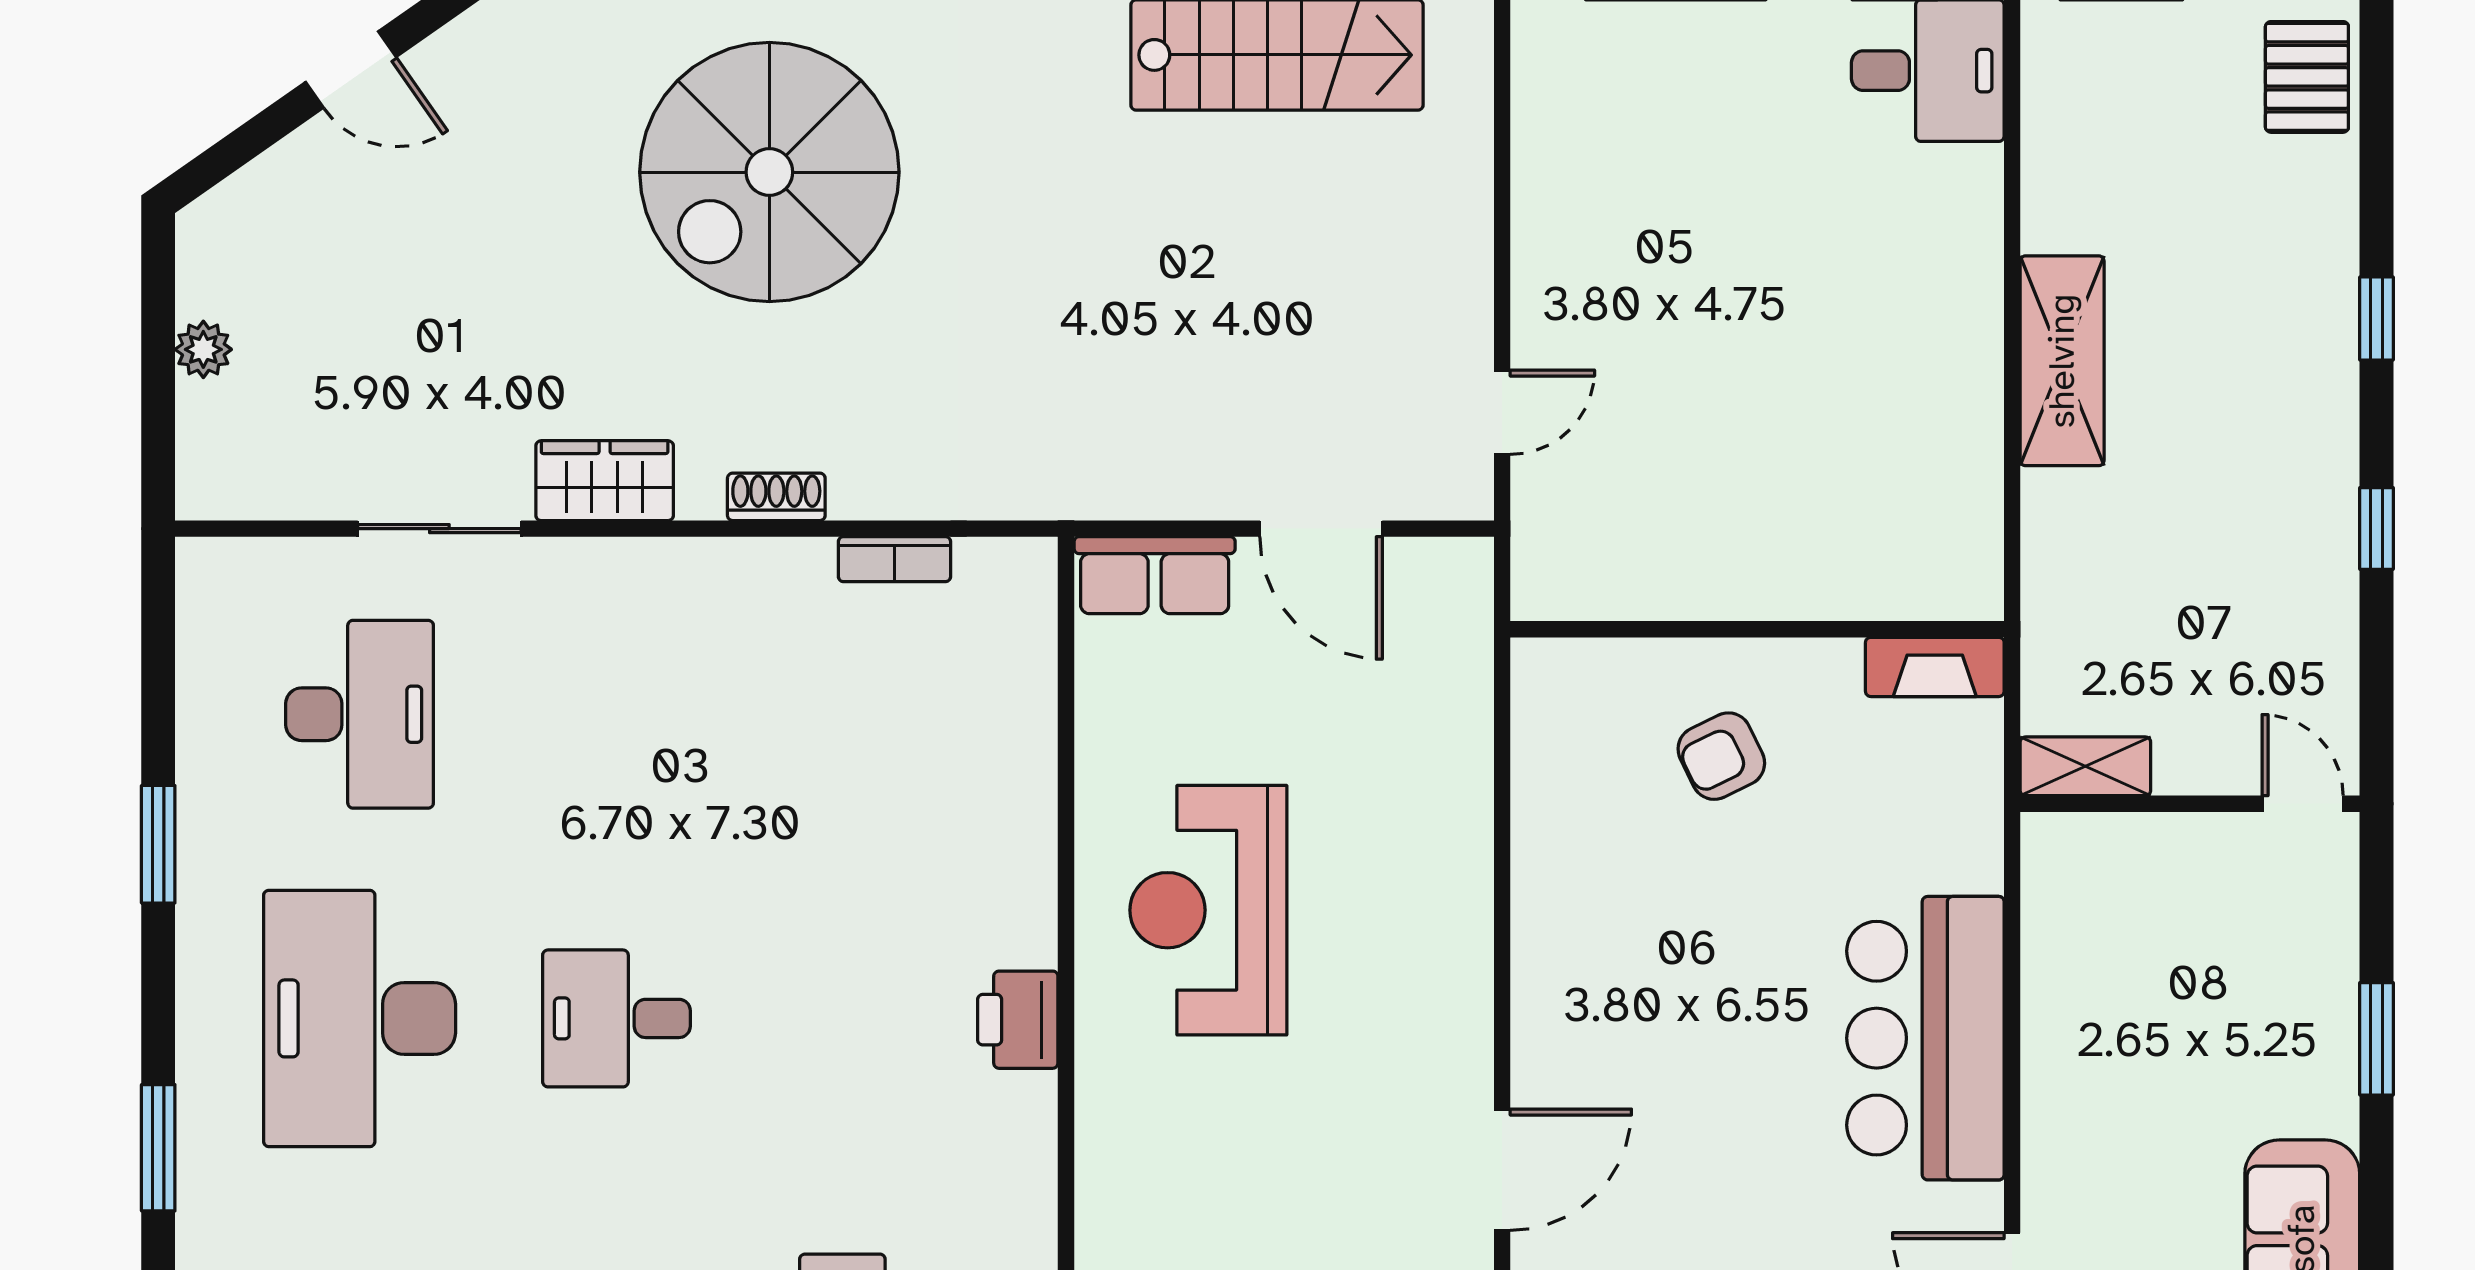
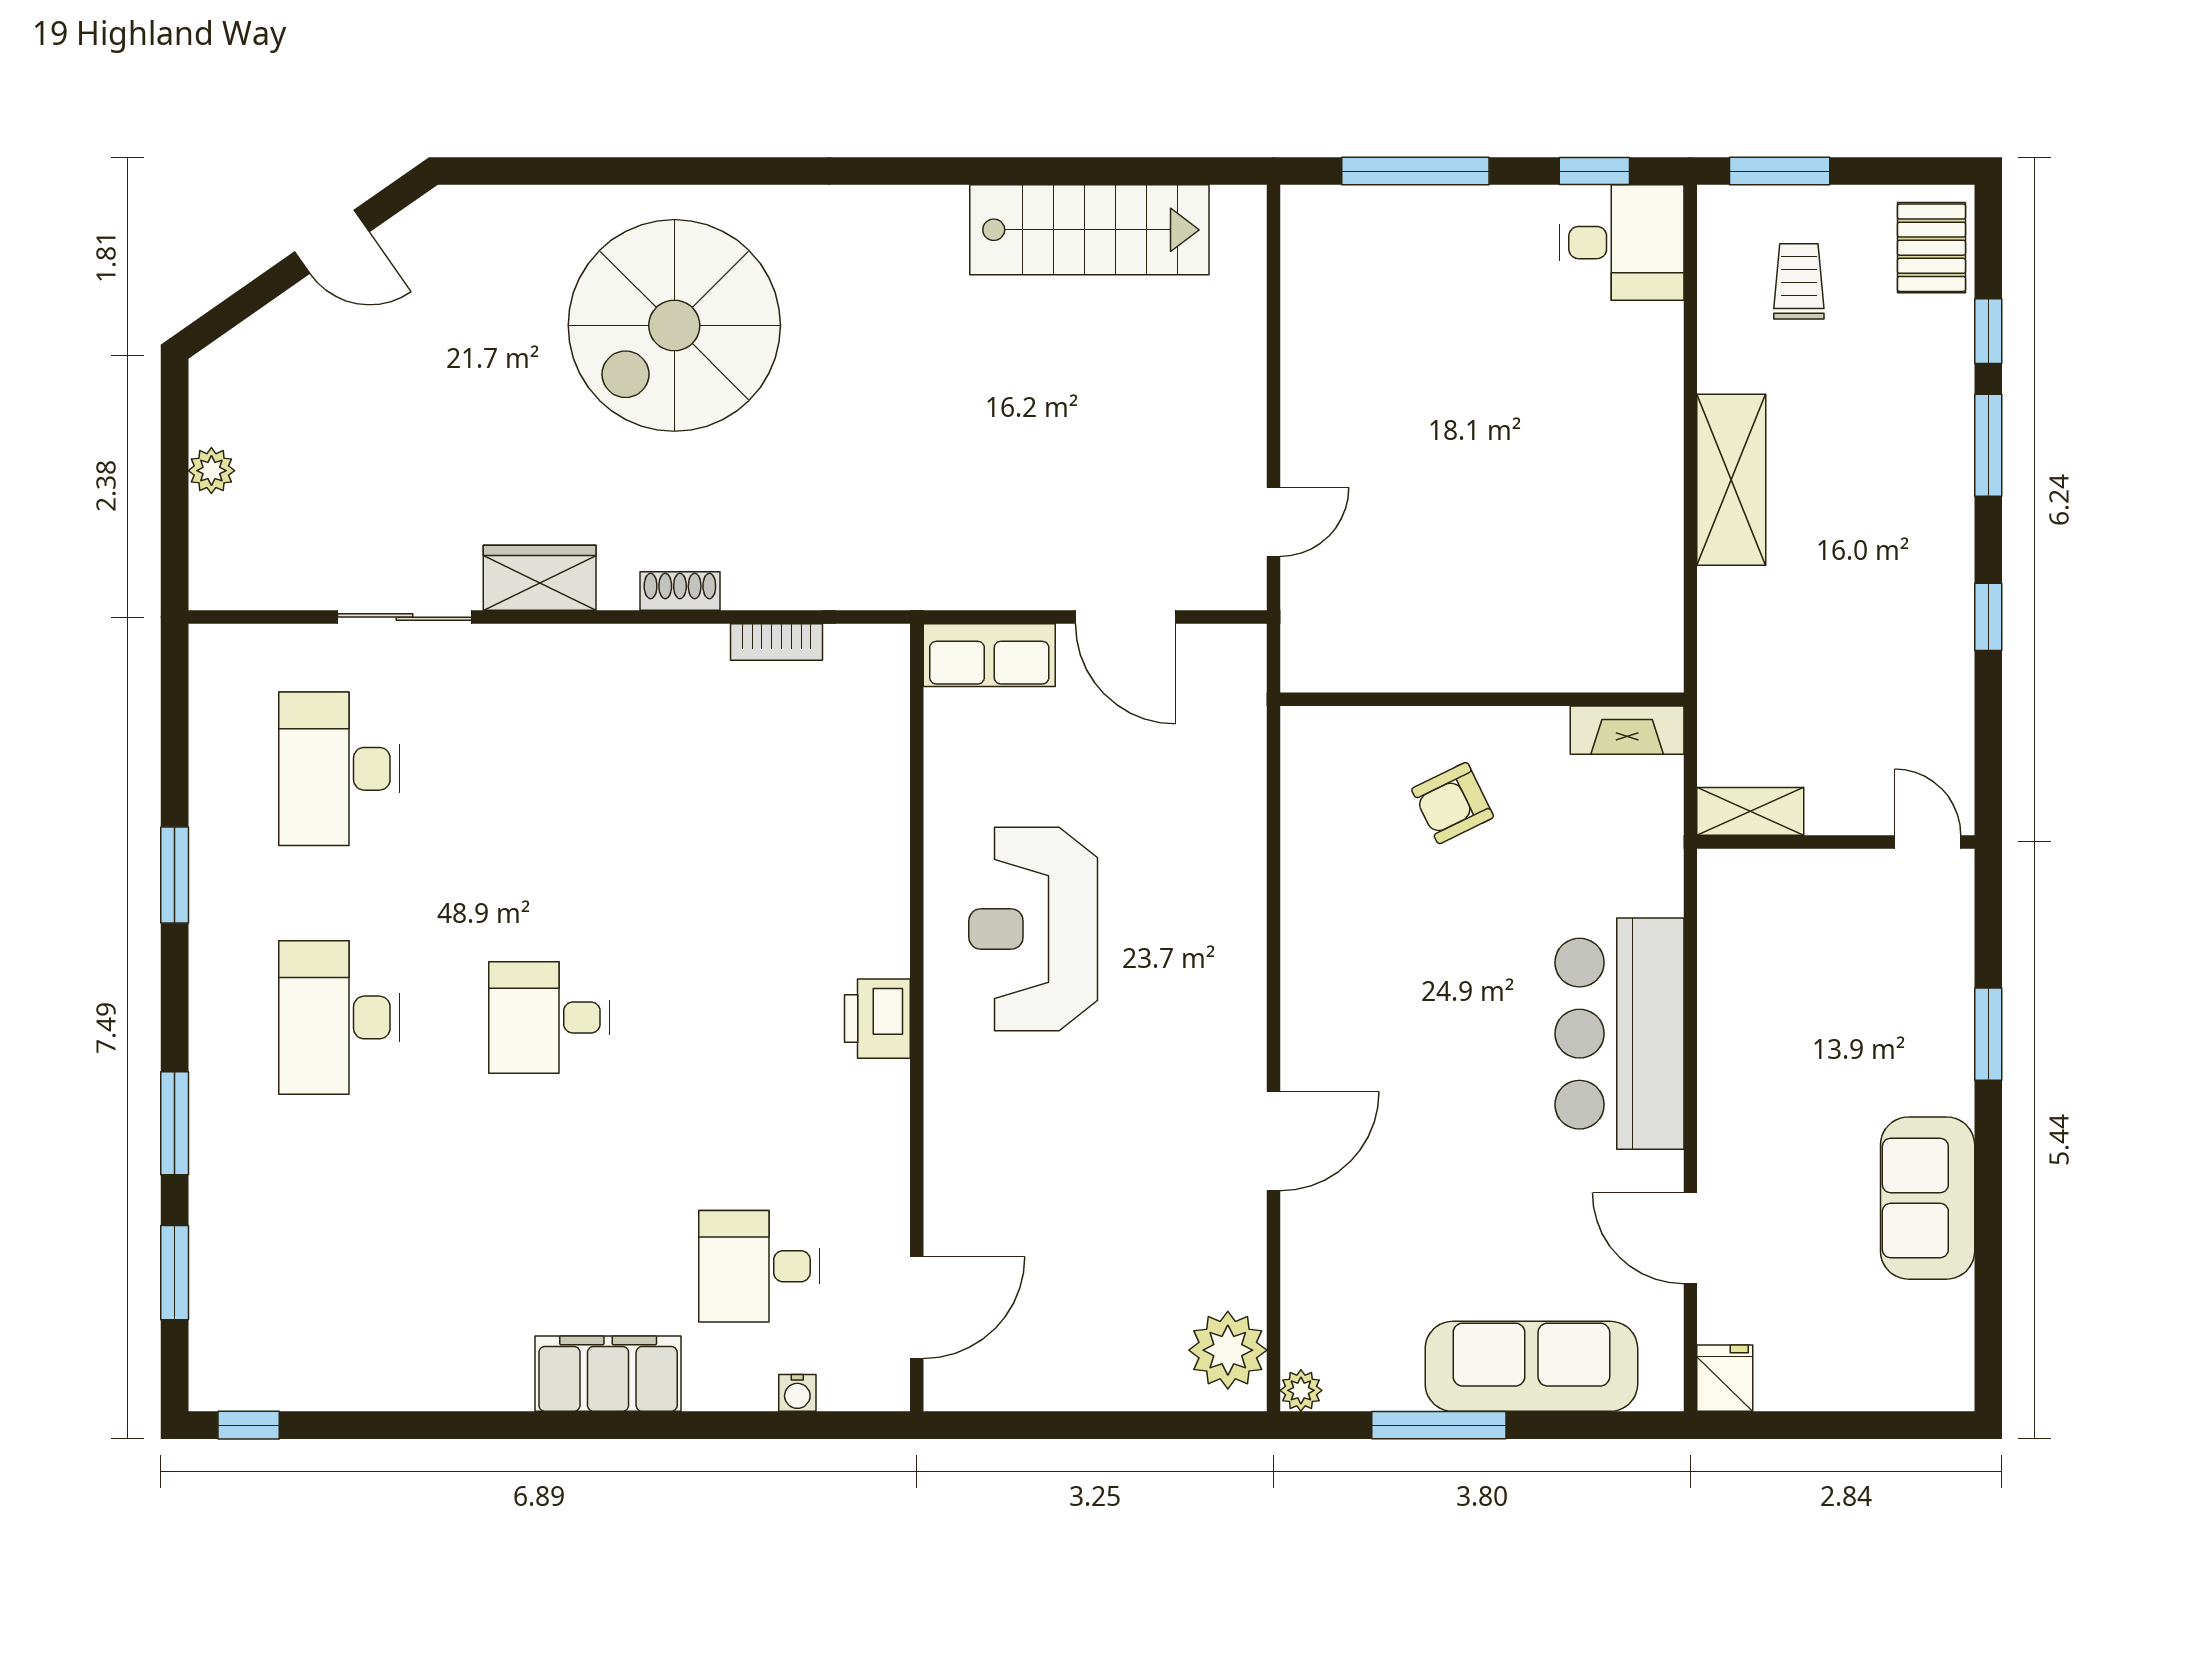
trolley: (2145, 118) -> (1799, 281), added
window: (2376, 179) -> (1988, 331), added
window: (2376, 319) -> (1988, 445), width x1.50
desk: (360, 714) -> (339, 769), turned 180
desk: (360, 1018) -> (339, 1017), width x0.73, depth x0.77

